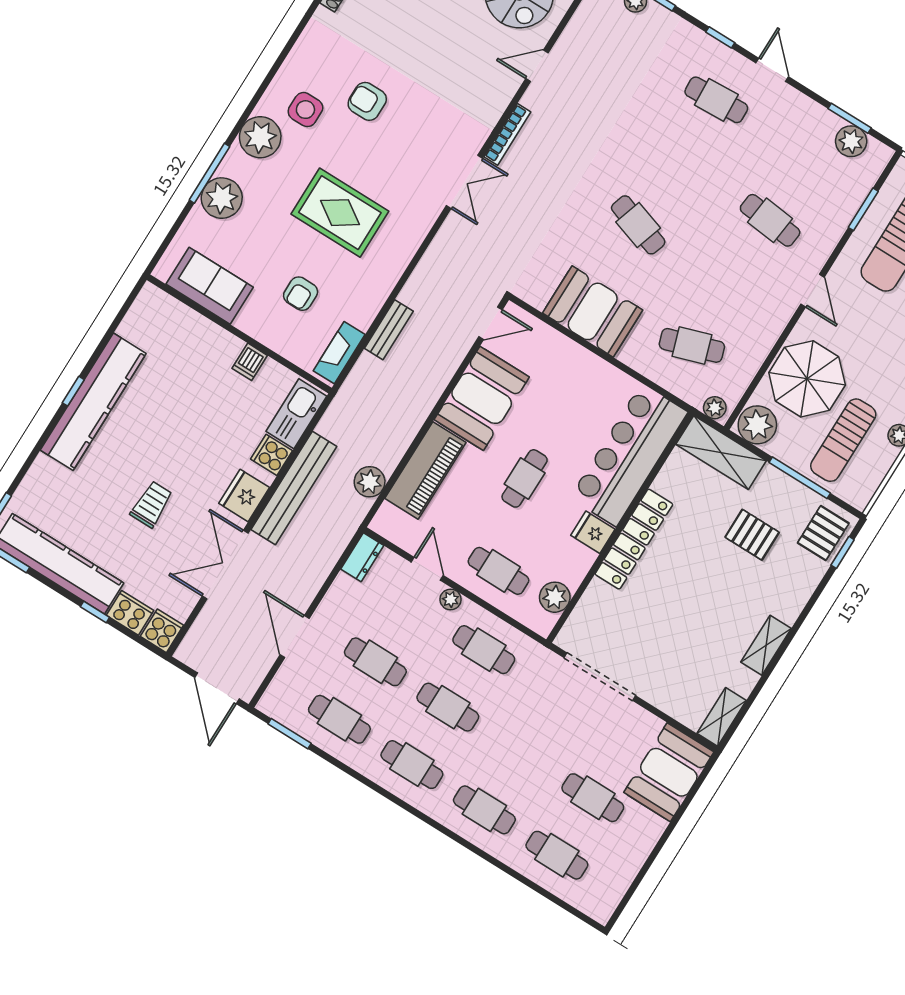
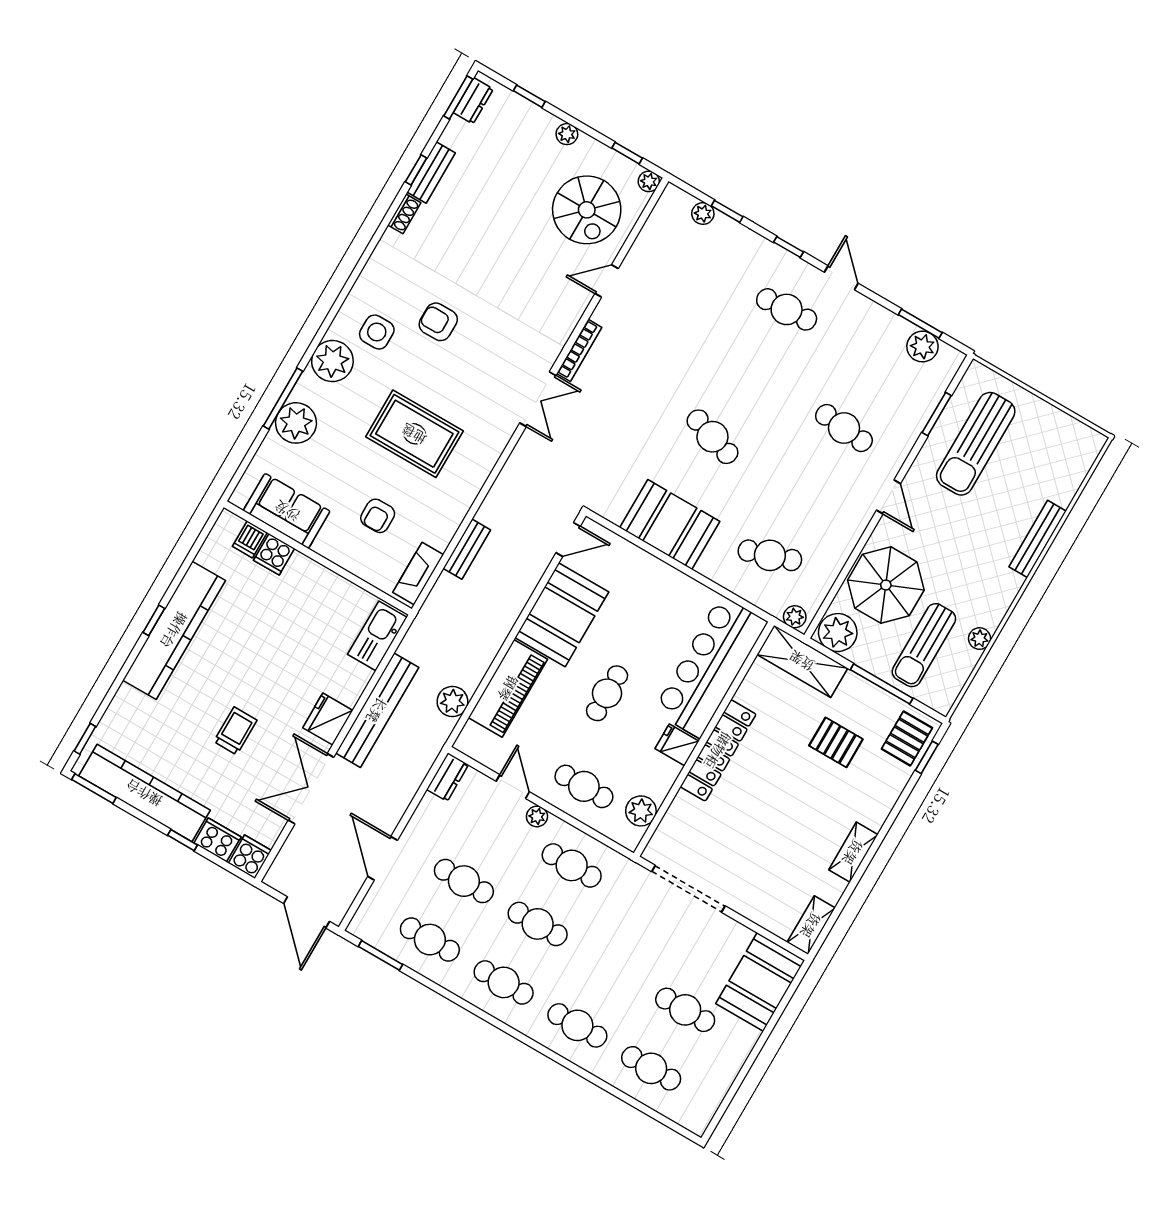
dishwasher: (250, 362) -> (250, 539), moved
cooker: (272, 455) -> (274, 554), moved, turned -90

